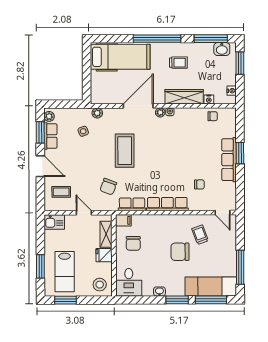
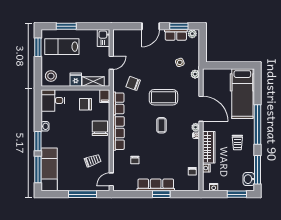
coffee table: (61, 192) -> (161, 125), moved
chair: (180, 252) -> (100, 128), moved
window: (240, 267) -> (82, 194), moved

